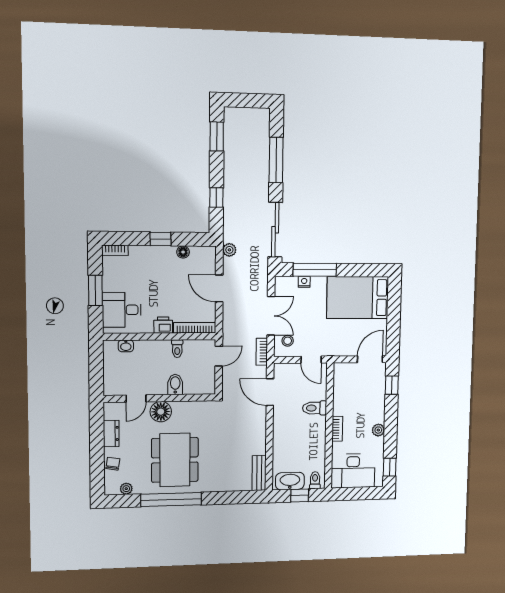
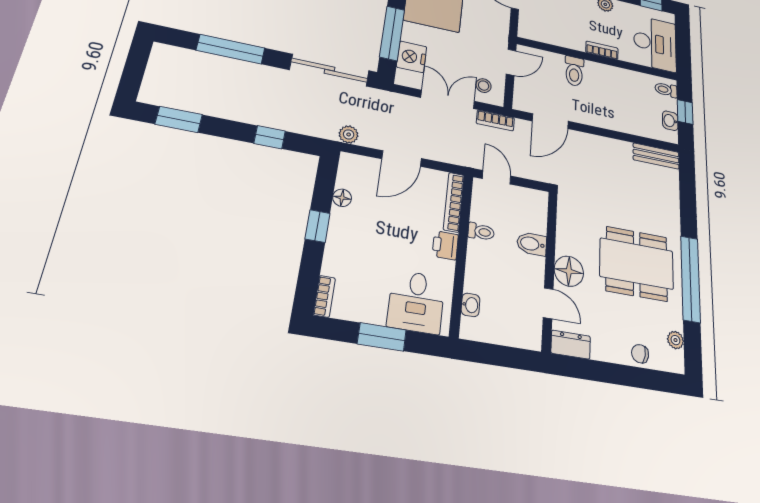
nightstand: (304, 282) -> (412, 57), width x1.89, depth x1.79
dresser: (111, 434) -> (571, 345), moved
washbasin: (290, 481) -> (670, 121), width x0.52, depth x0.69

